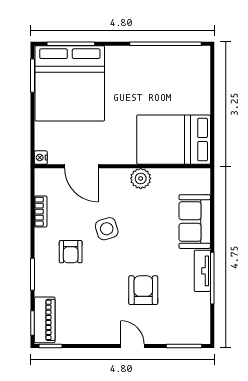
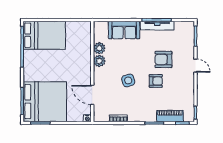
bed: (174, 140) -> (44, 35), moved, turned -90
door: (81, 166) -> (92, 95), swing flipped
plant: (163, 178) -> (99, 48), added
armchair: (71, 252) -> (156, 81), moved
tv unit: (202, 271) -> (157, 26), width x1.41
piano: (45, 320) -> (170, 116), moved
door: (133, 346) -> (195, 66), swing flipped

